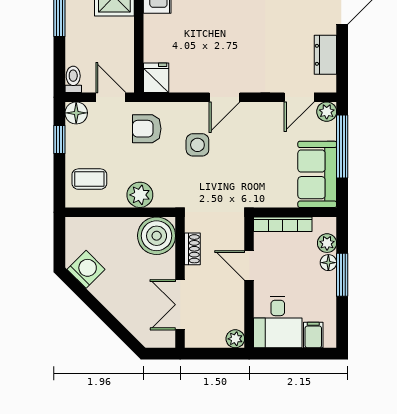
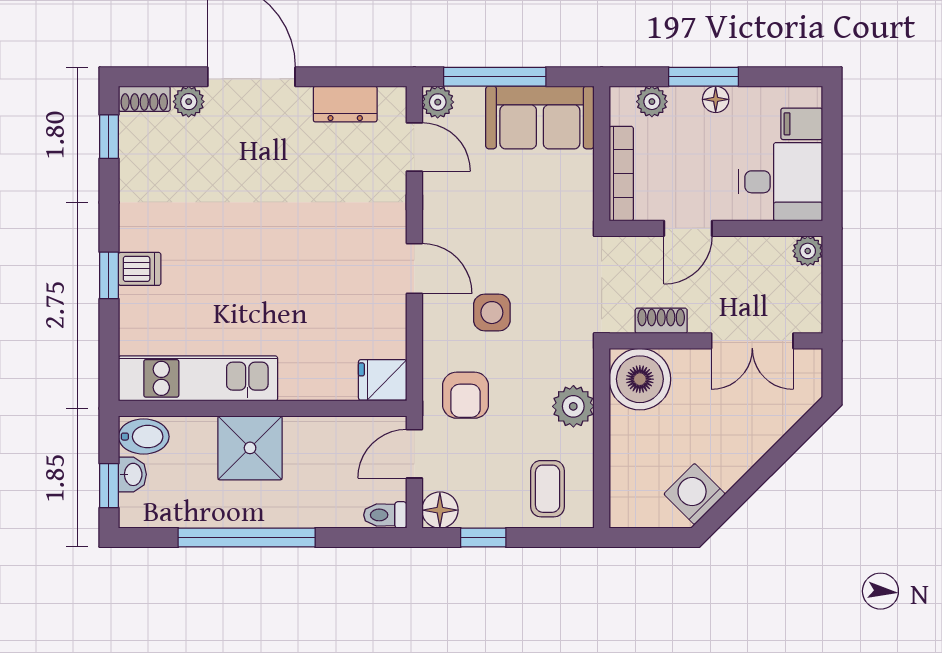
floor lamp: (328, 263) -> (716, 99), moved

